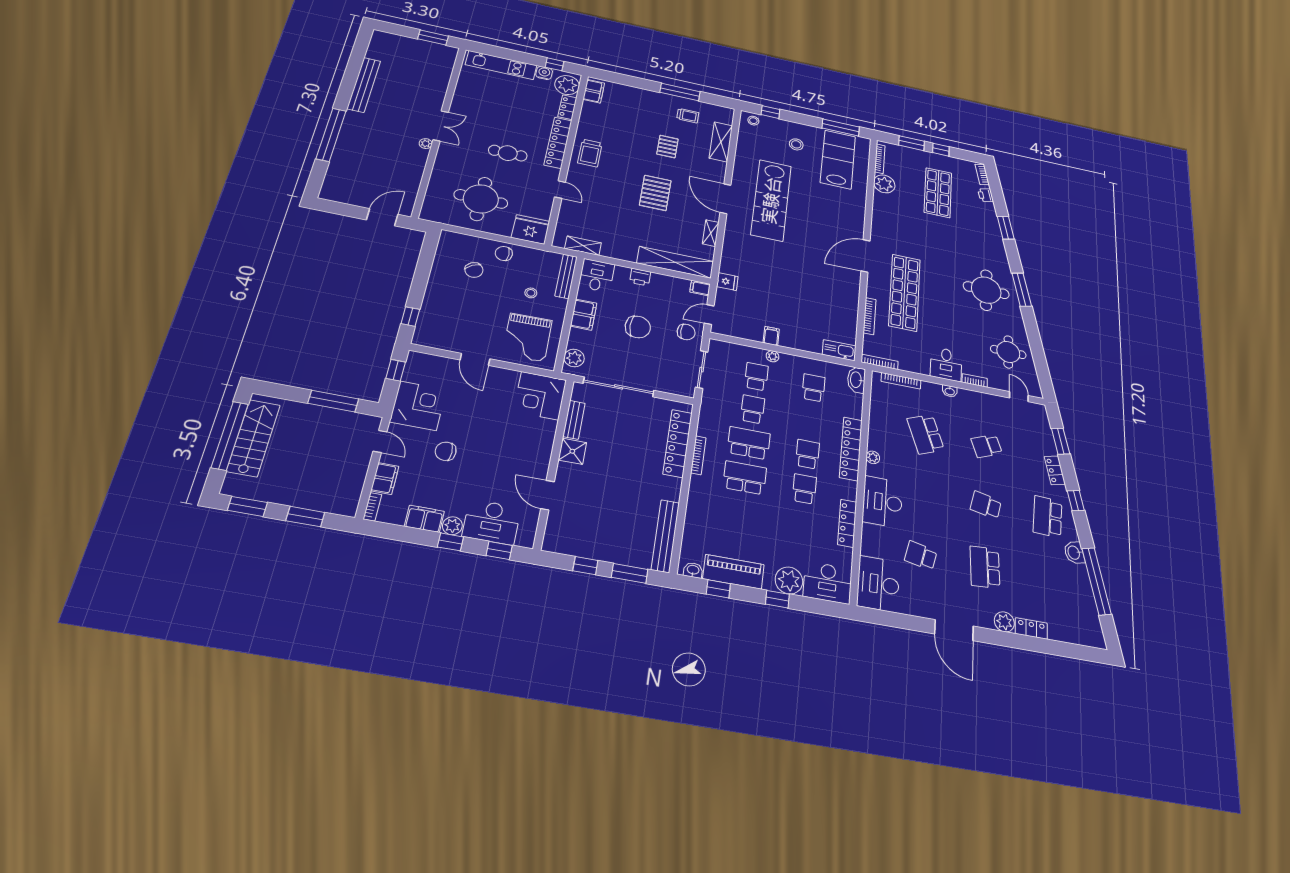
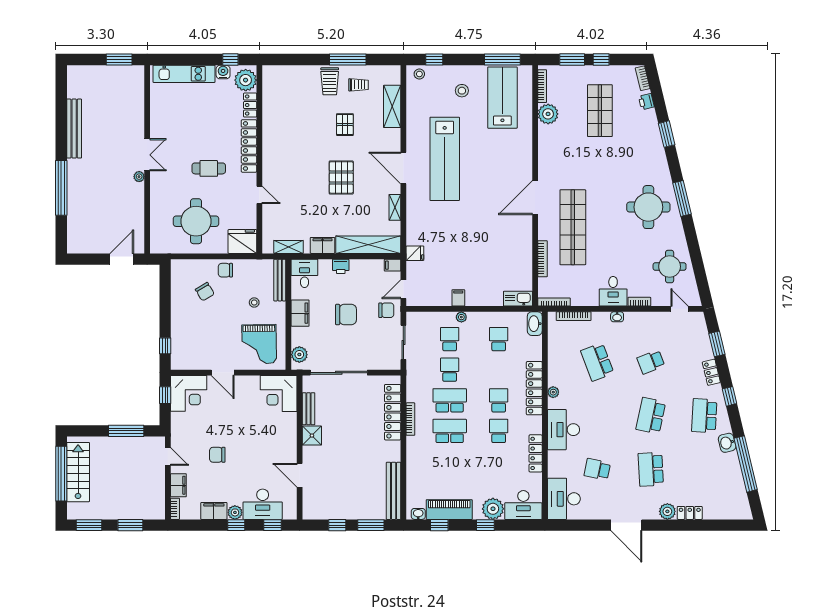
filing cabinet: (594, 91) -> (323, 245), moved, turned -90
trolley: (590, 153) -> (330, 81), moved
corner desk: (418, 406) -> (189, 393), moved, turned 90
school desk: (986, 505) -> (651, 416), width x1.85

